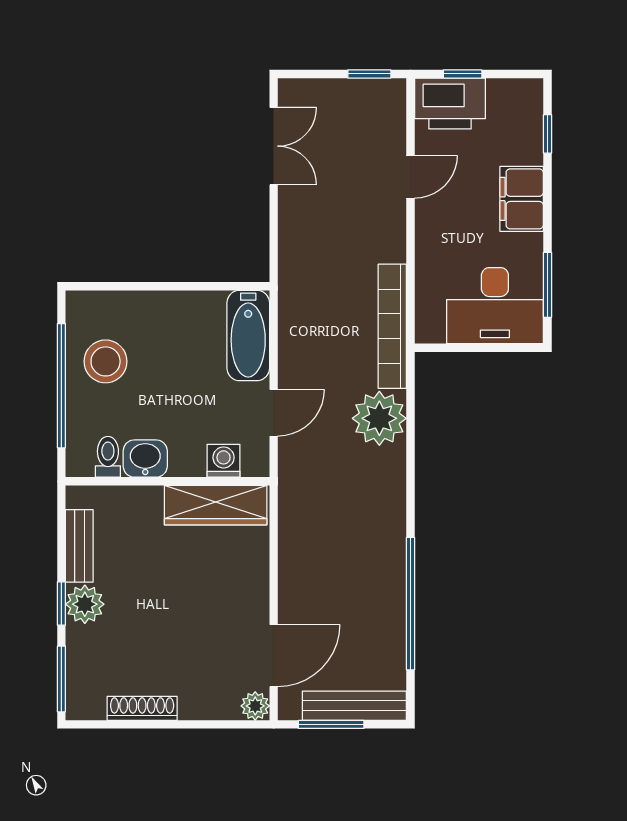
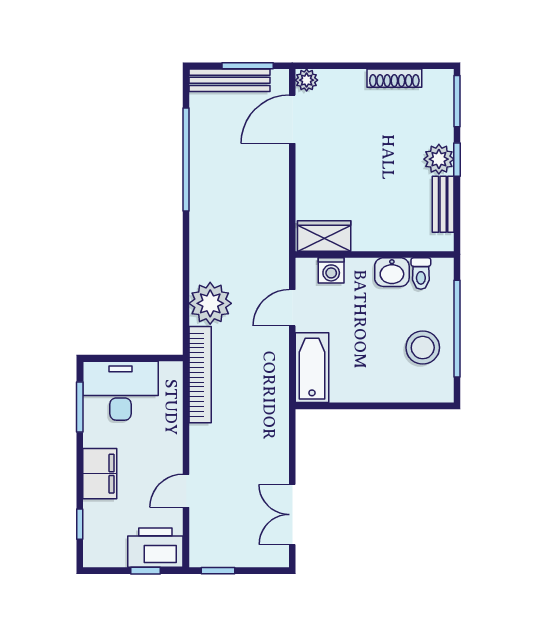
wardrobe: (216, 505) -> (324, 236), width x0.67

